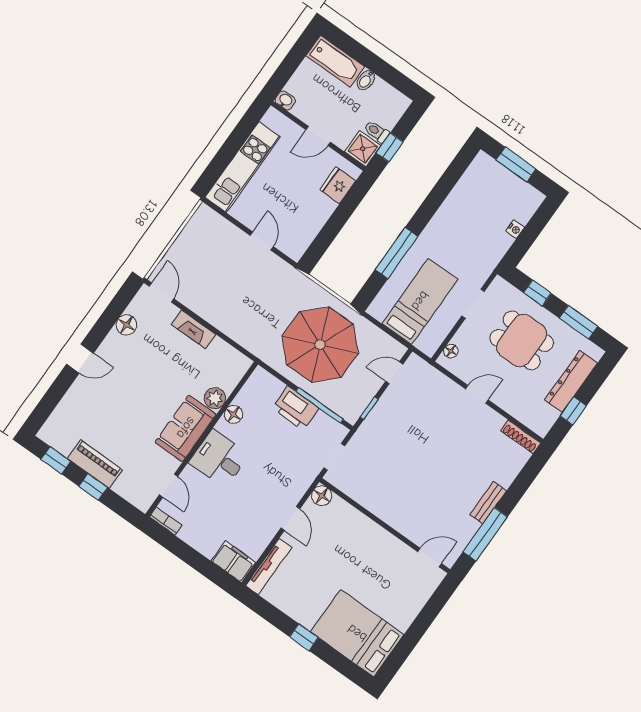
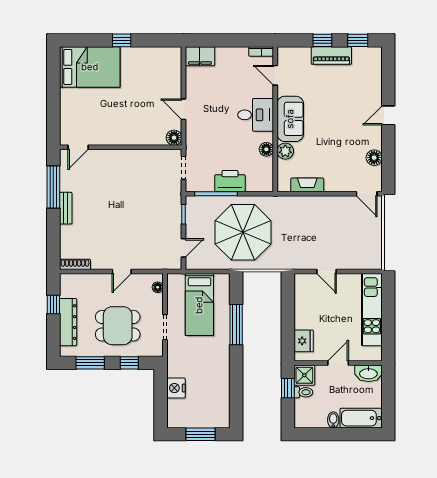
washbasin: (285, 100) -> (368, 373), width x1.91, depth x1.45
nightstand: (515, 229) -> (176, 388), width x1.89, depth x1.79
fireplace: (194, 329) -> (307, 185), moved
tv unit: (269, 567) -> (176, 69), removed

